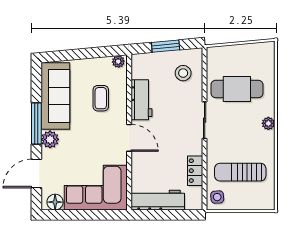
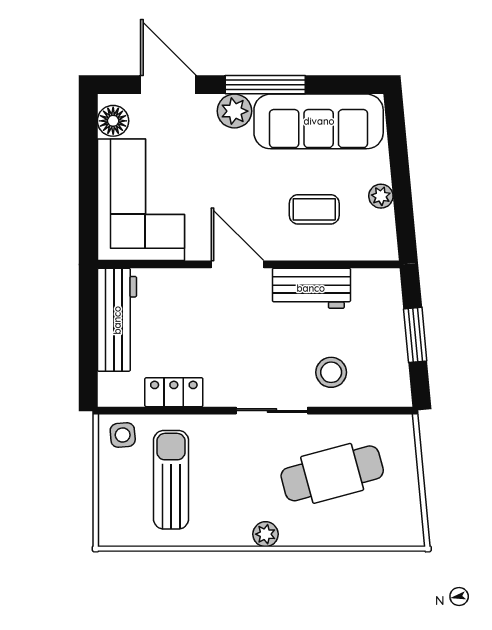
plant: (118, 62) -> (381, 196), moved
stool: (183, 73) -> (331, 372), moved
cafe table: (237, 89) -> (332, 473), turned 75
door: (129, 138) -> (237, 264), swing flipped

